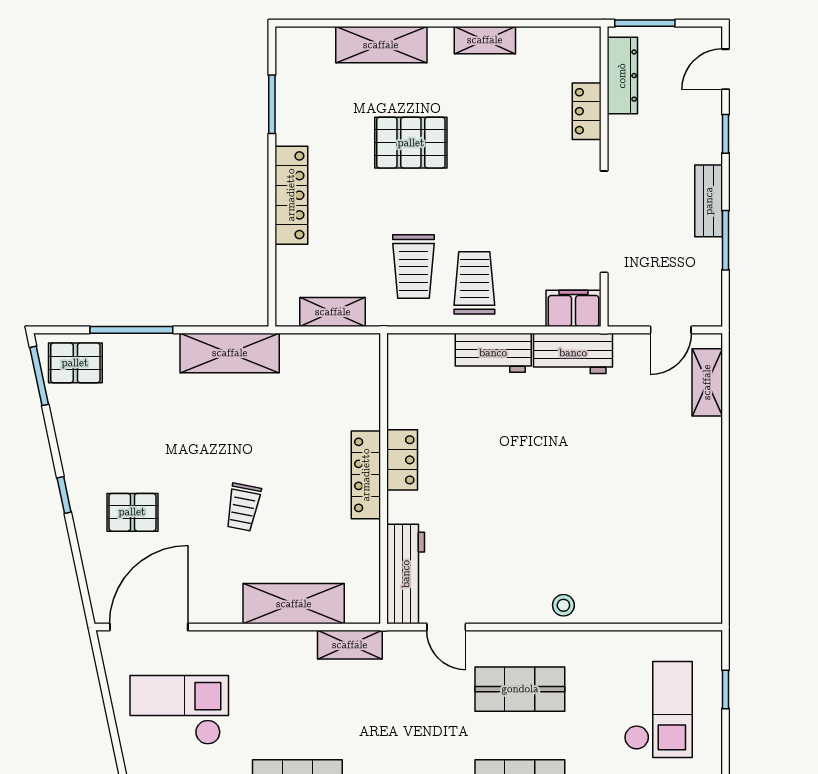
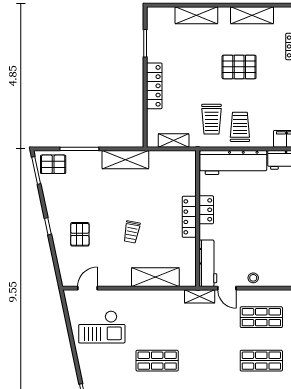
shelving: (485, 40) -> (252, 15), width x1.50, depth x1.33
pallet: (411, 143) -> (239, 67), moved
workbench: (493, 353) -> (233, 163), width x1.88, depth x1.32
pallet: (132, 512) -> (80, 234), turned 90
stool: (563, 605) -> (253, 278), moved
door: (149, 627) -> (87, 288), width x0.53
shelving: (350, 645) -> (200, 296), moved
checkout: (179, 710) -> (102, 327), turned 180

